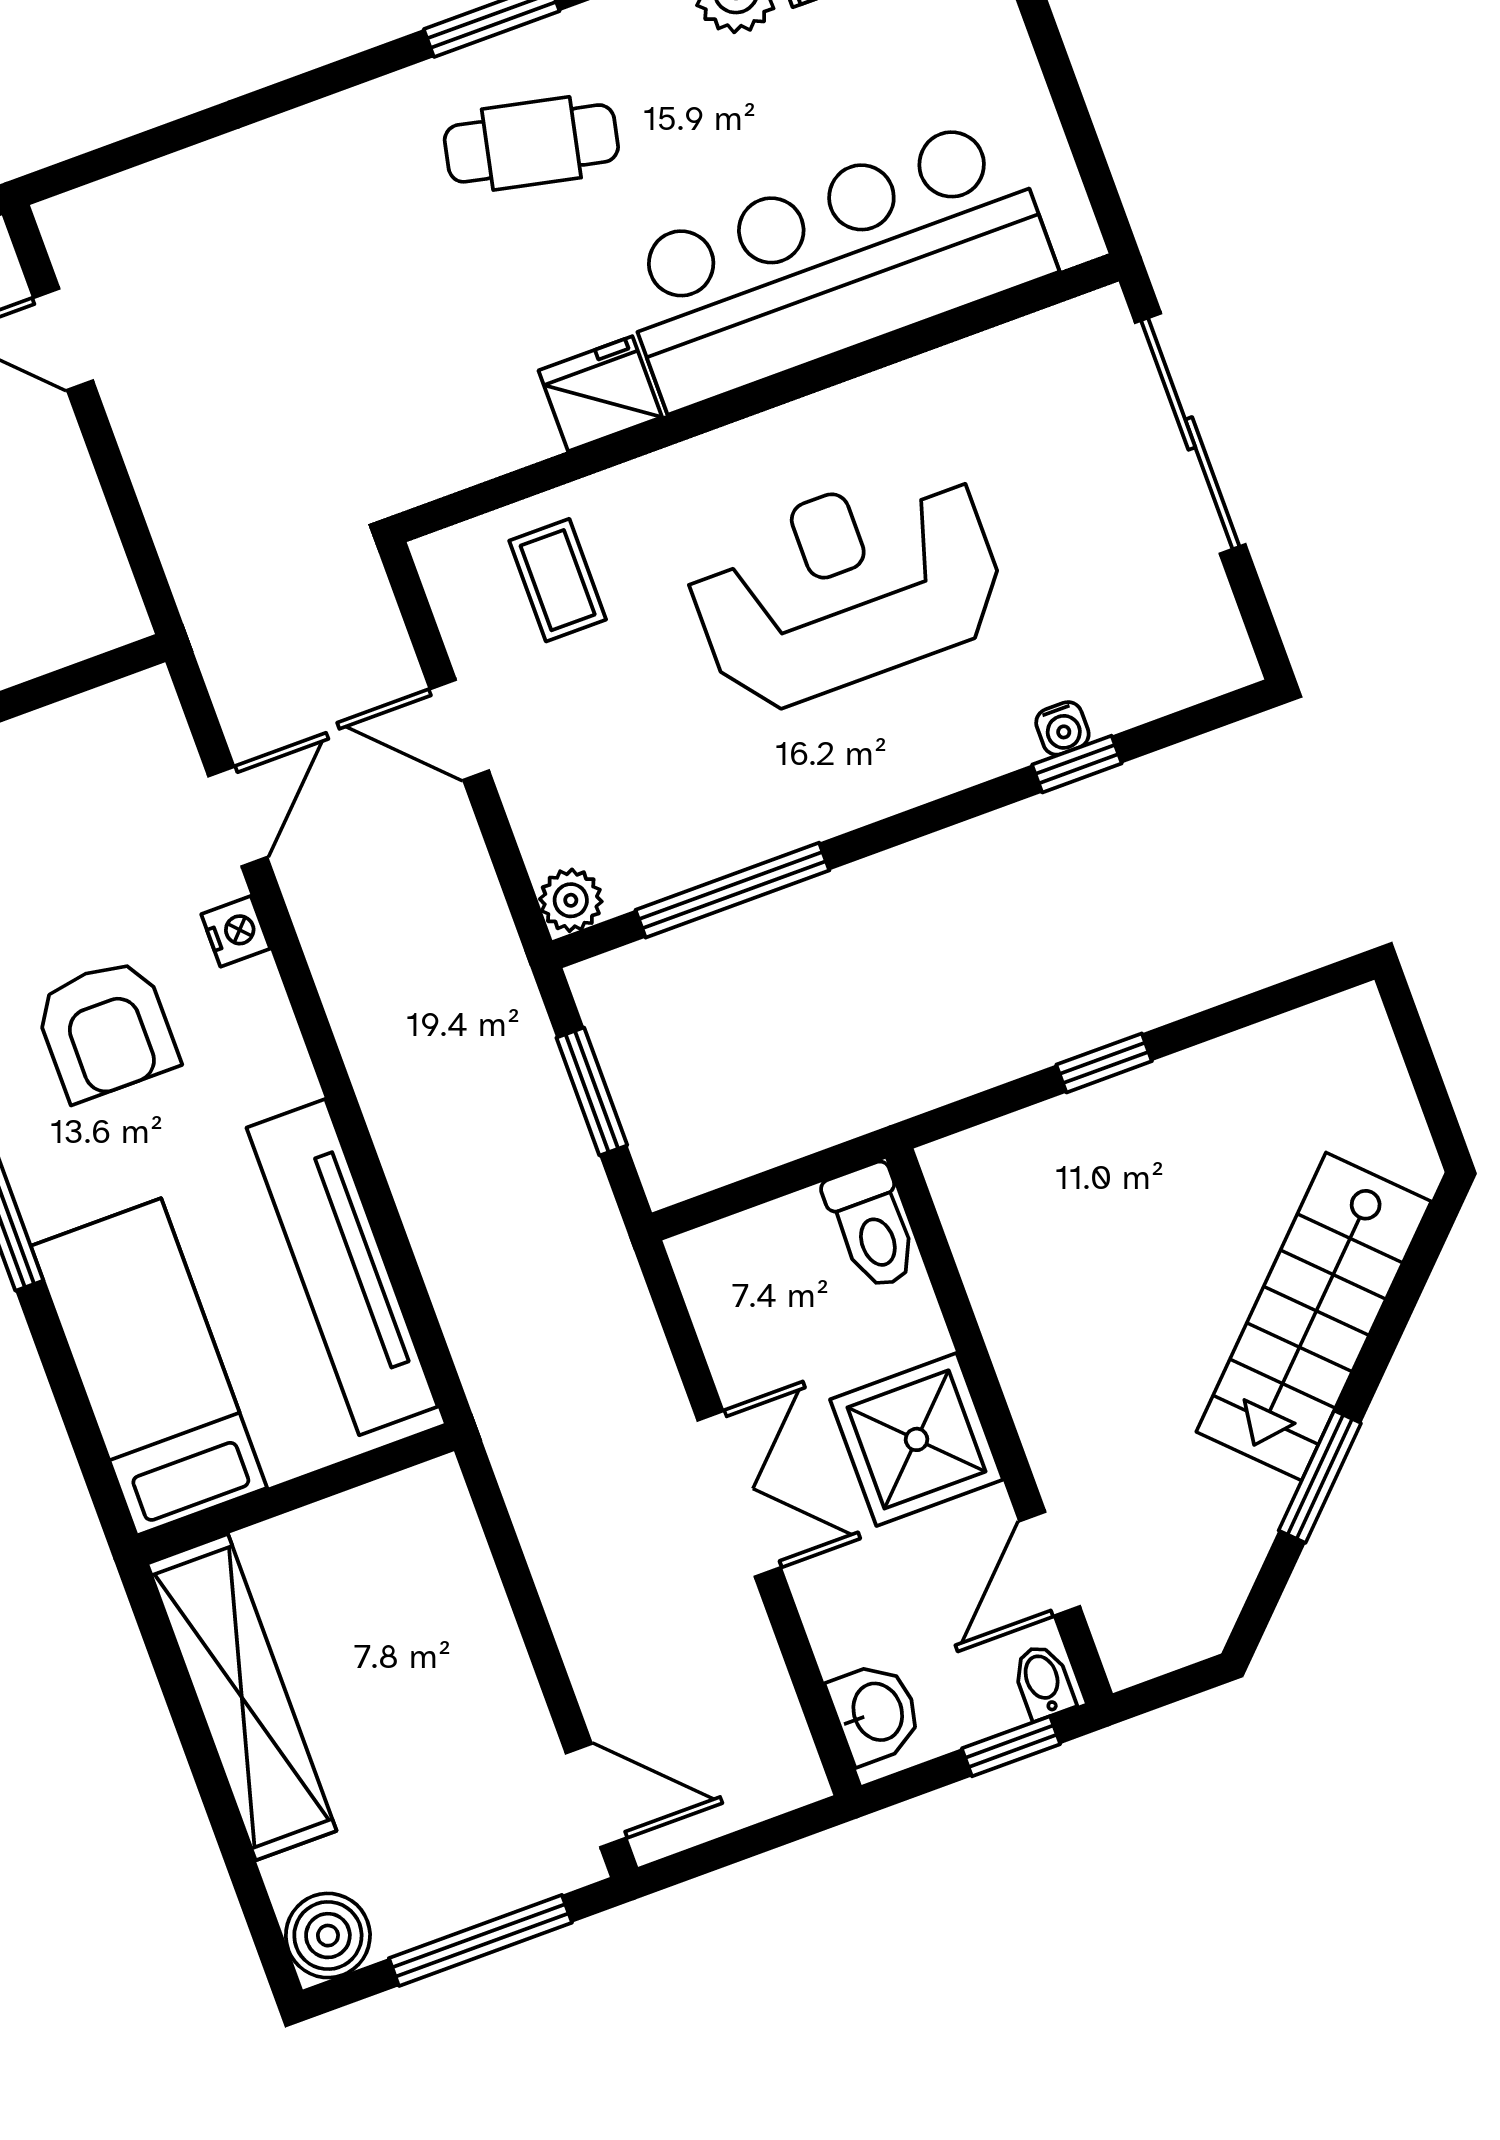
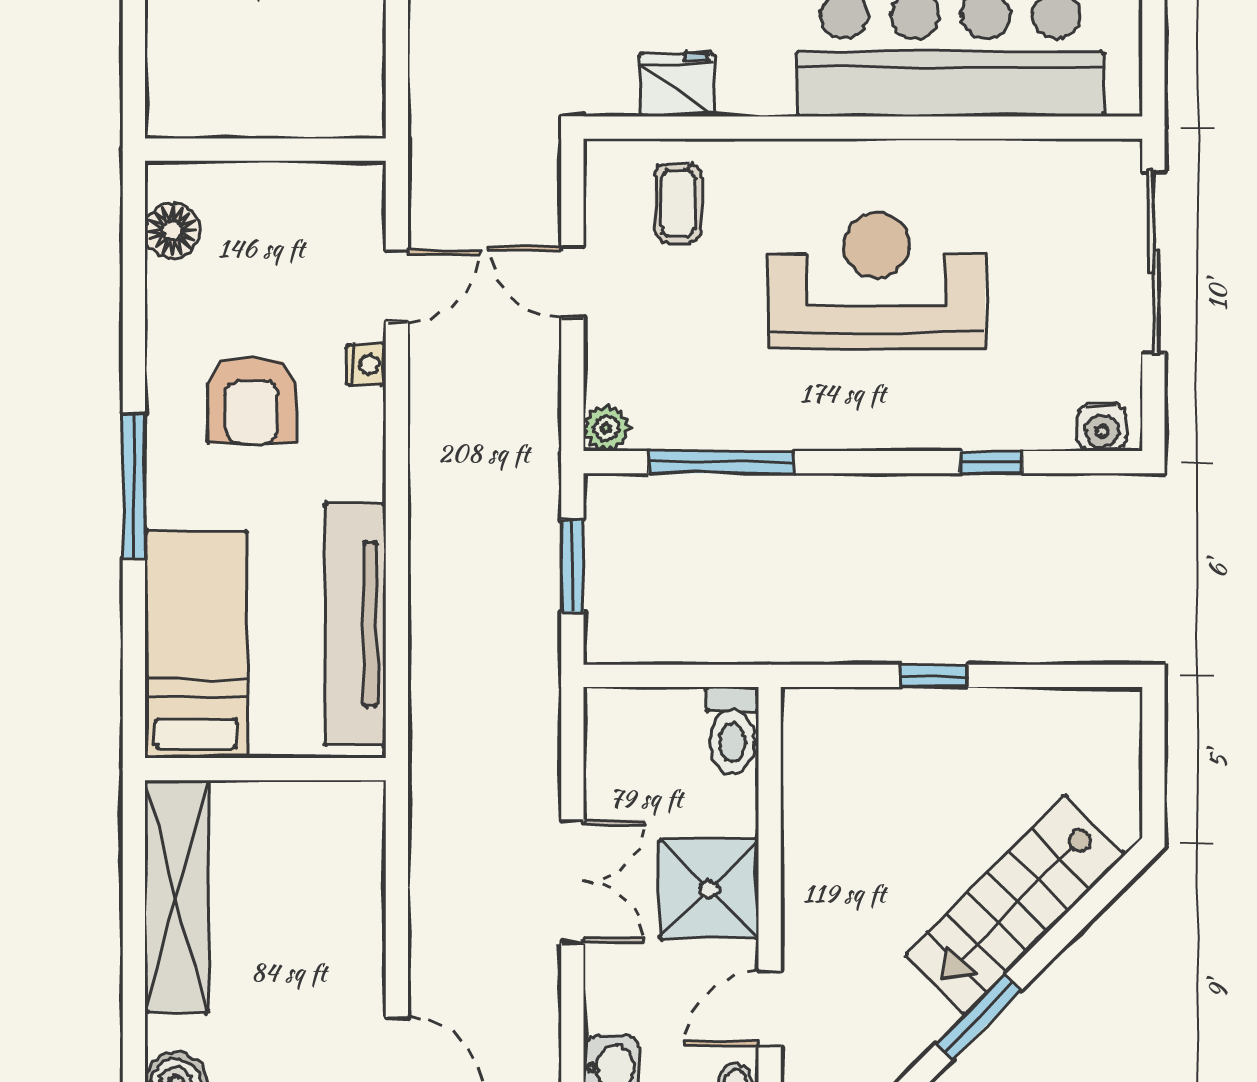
fridge: (600, 394) -> (677, 85), moved
water cooler: (1062, 728) -> (1102, 427), moved, width x1.38, depth x1.38

